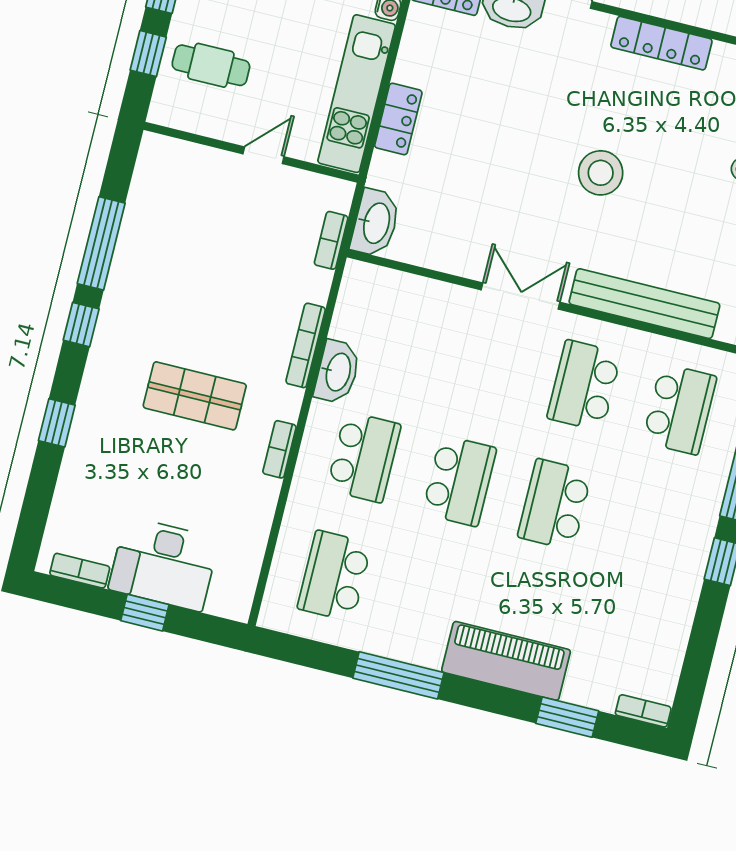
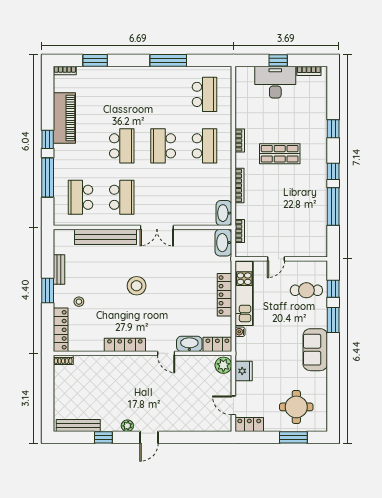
locker: (398, 119) -> (225, 295), width x1.53
washbasin: (337, 372) -> (224, 213), moved
school desk: (364, 457) -> (204, 146), turned 180
piano: (506, 661) -> (64, 118), moved, turned -90

